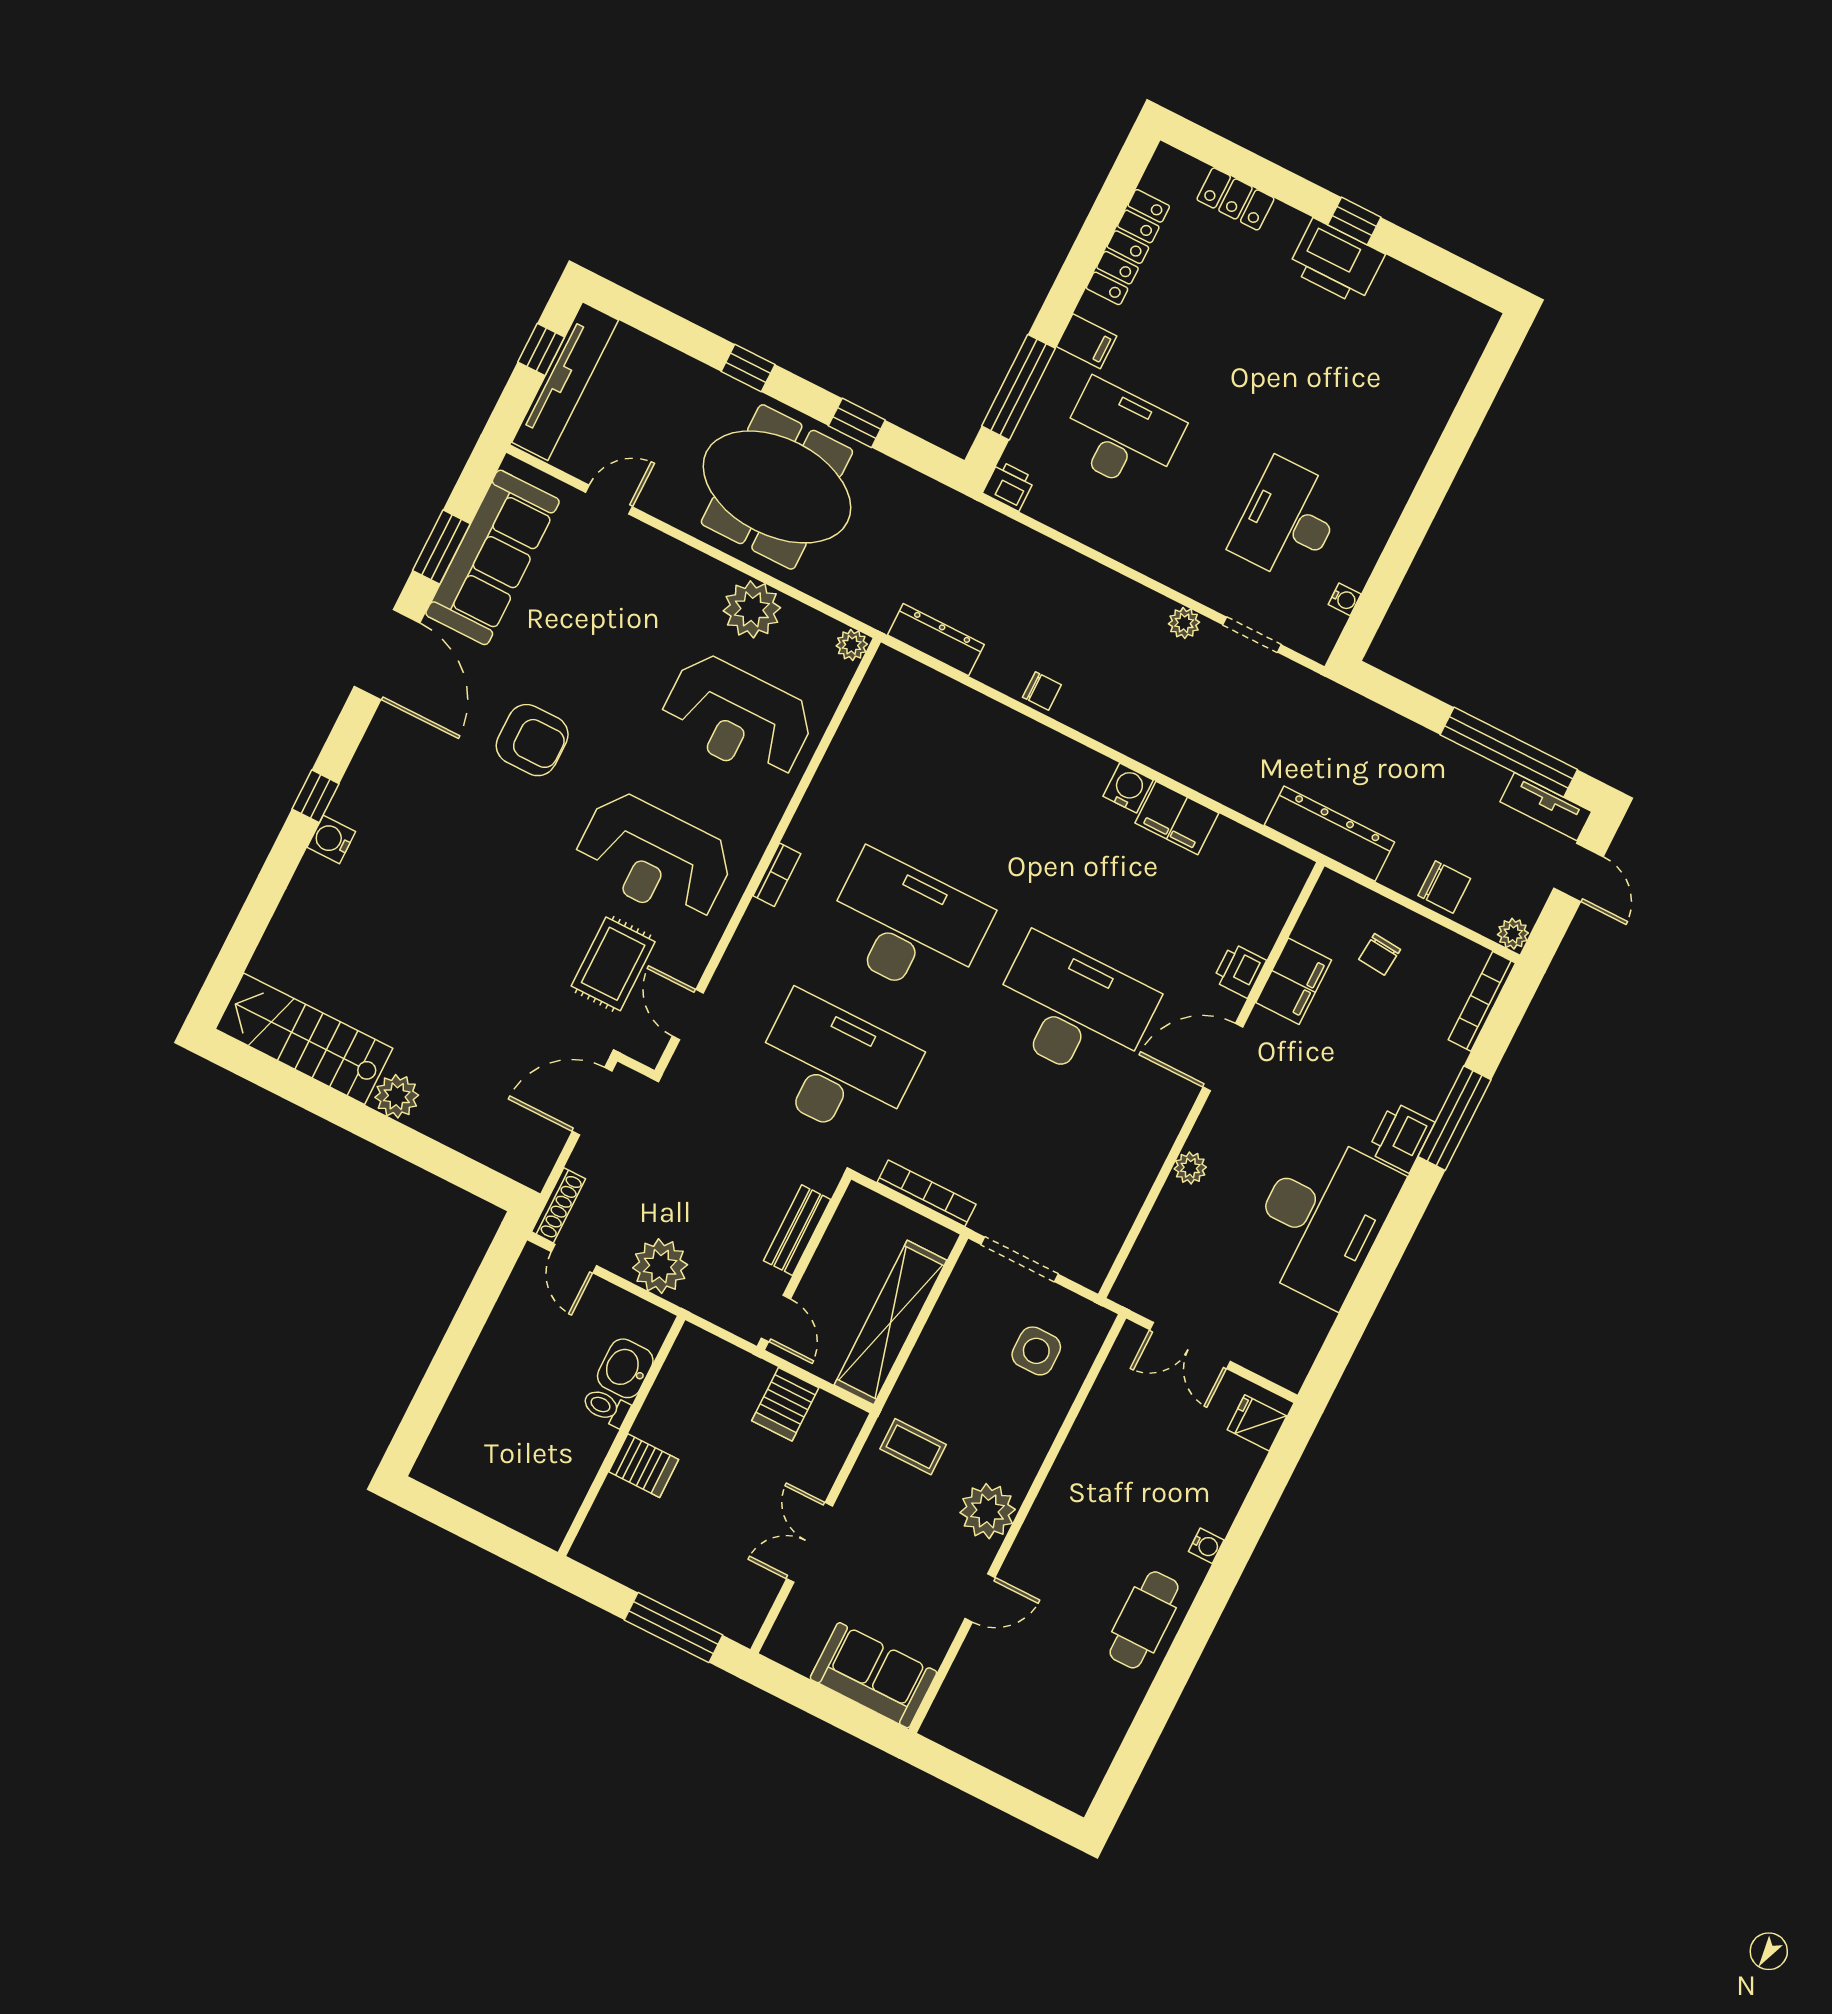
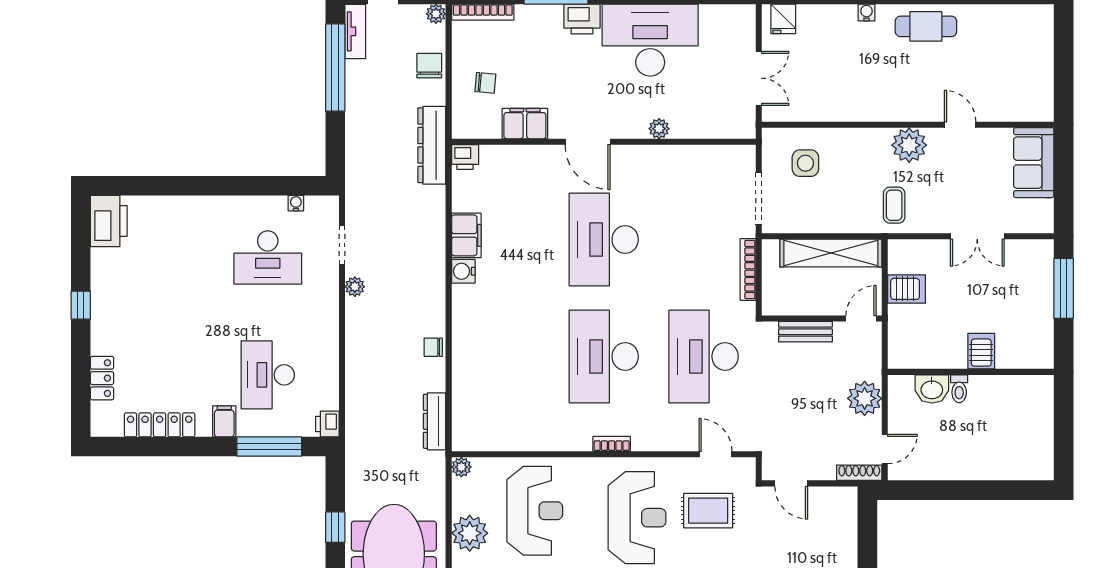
printer: (1336, 262) -> (109, 221), moved
chair: (1042, 691) -> (433, 347), turned -90
printer: (1240, 971) -> (465, 157), moved
door: (688, 1015) -> (715, 454), swing flipped
door: (592, 1101) -> (791, 483), width x0.73

